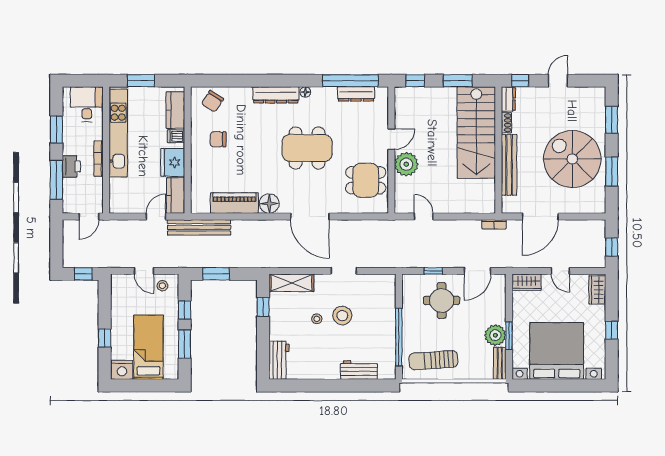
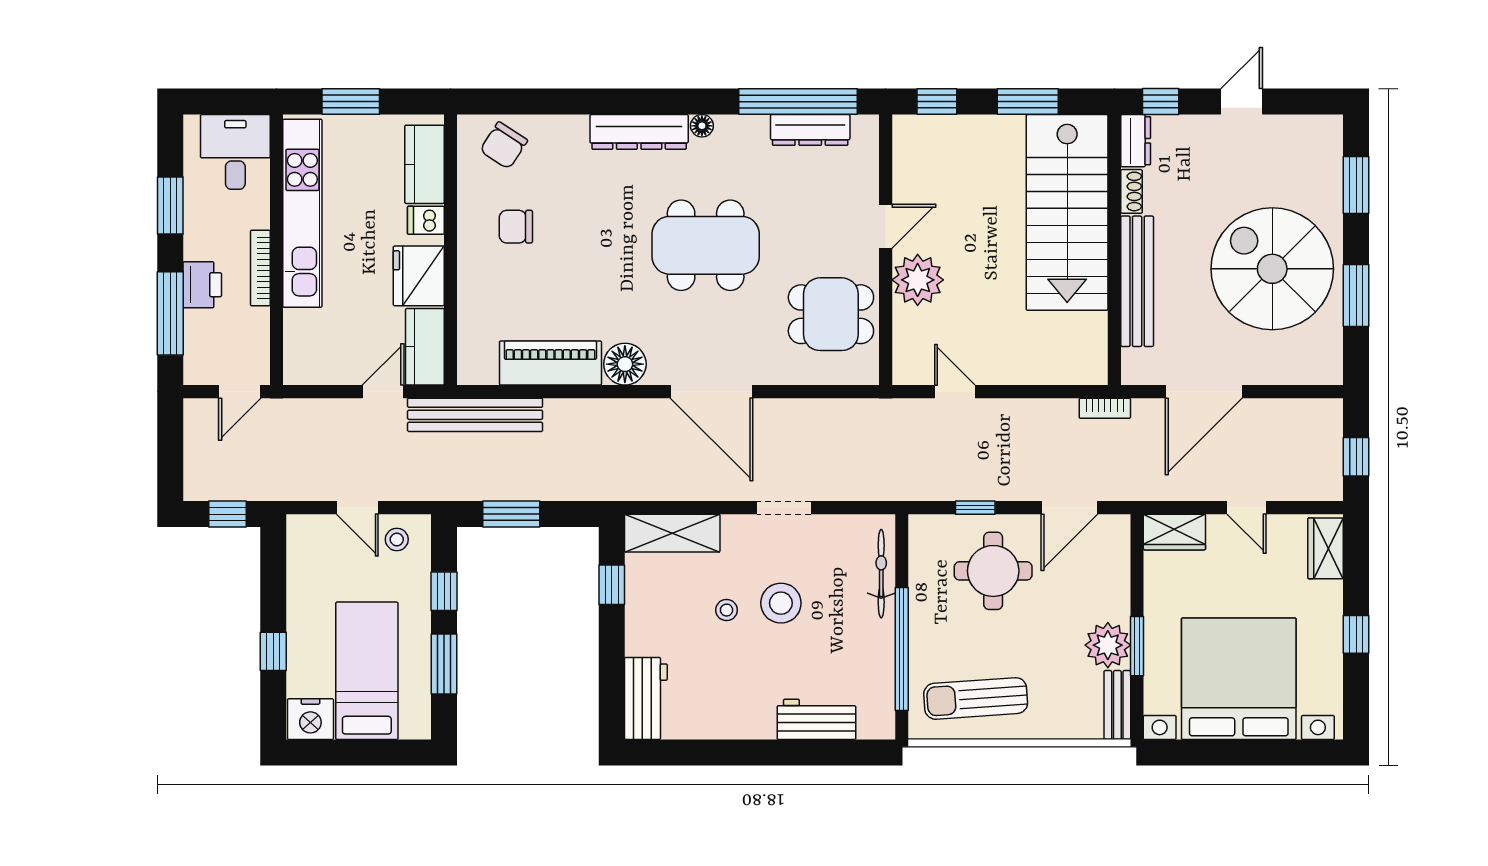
bicycle: (389, 302) -> (881, 574), added

